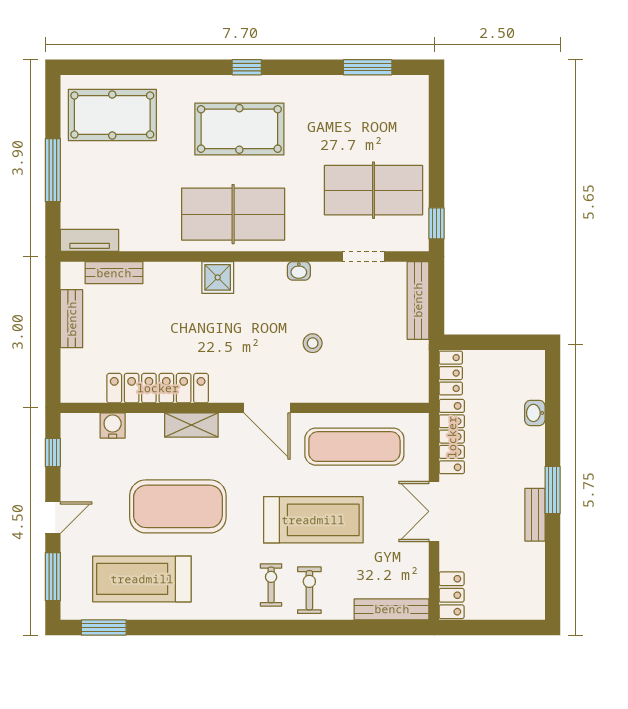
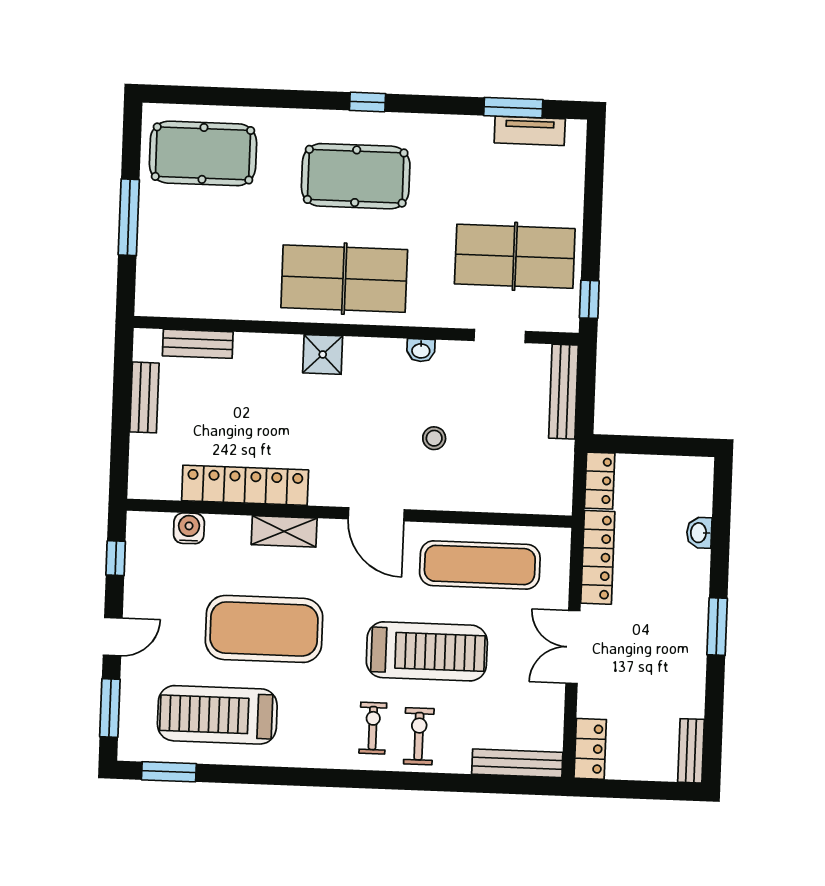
tv unit: (90, 240) -> (530, 131), moved, turned 180
bench: (535, 515) -> (691, 751), moved

